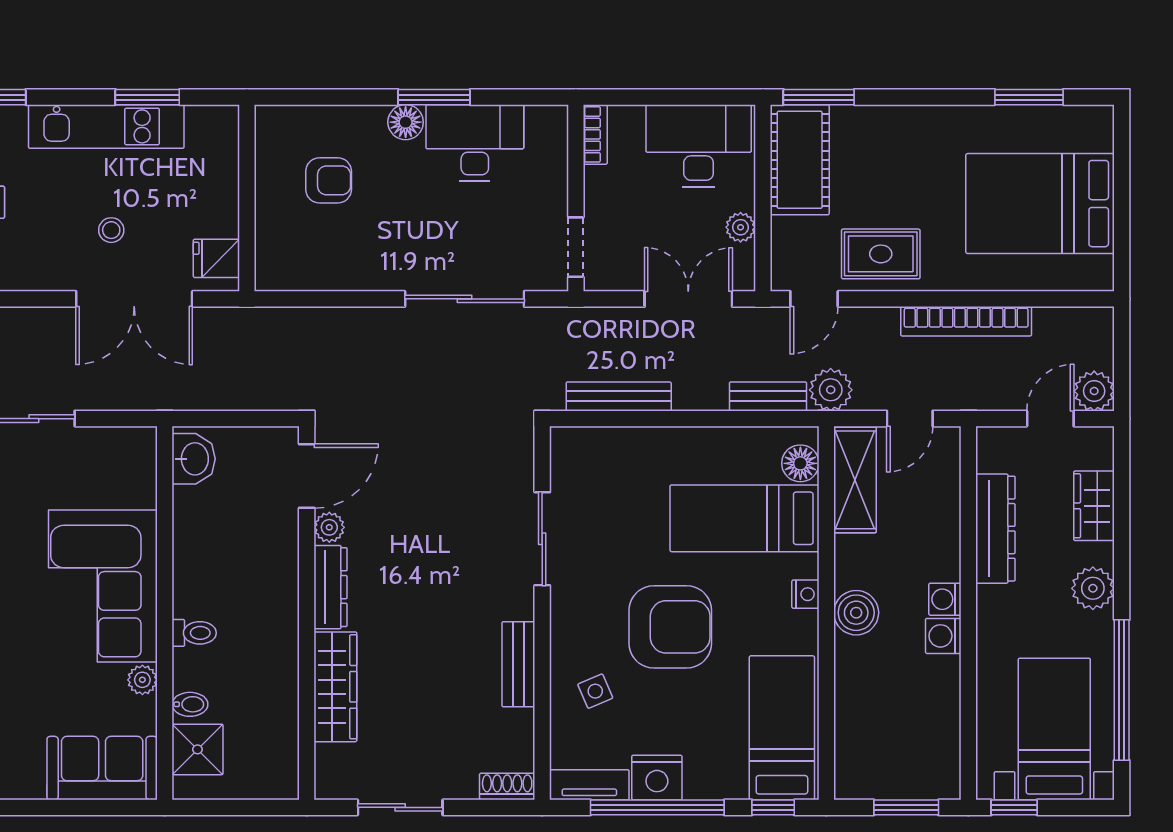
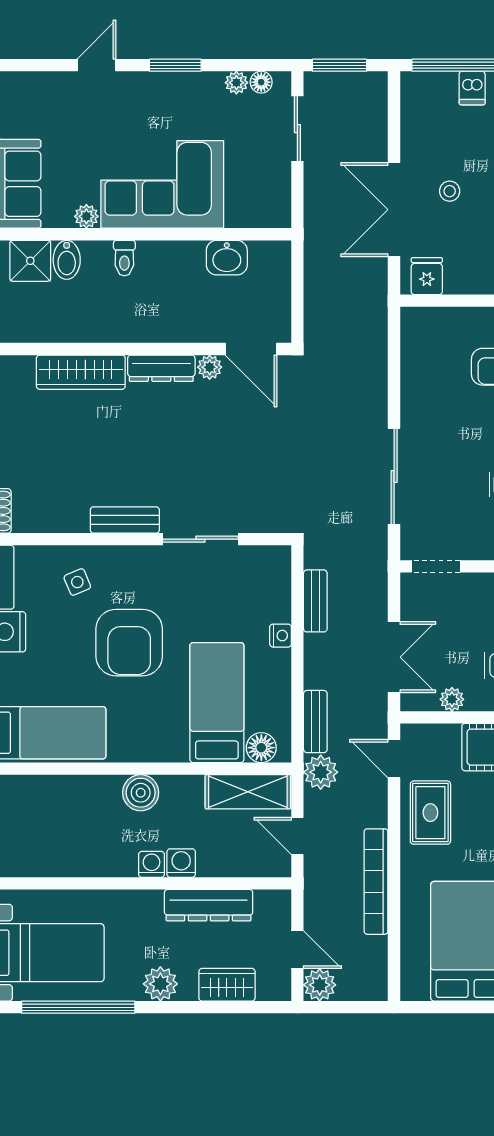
bench: (619, 396) -> (315, 601), width x0.73
washbasin: (194, 459) -> (227, 258), moved
nightstand: (805, 594) -> (281, 636), moved, turned -90
washing machine: (943, 636) -> (181, 863), moved
bench: (518, 664) -> (125, 520), moved
bidet: (190, 704) -> (67, 260), width x1.38, depth x1.36

